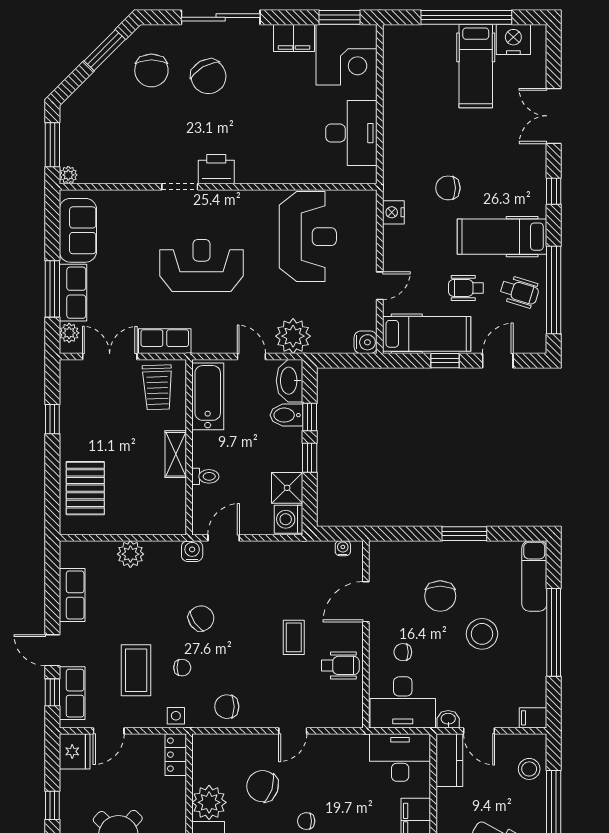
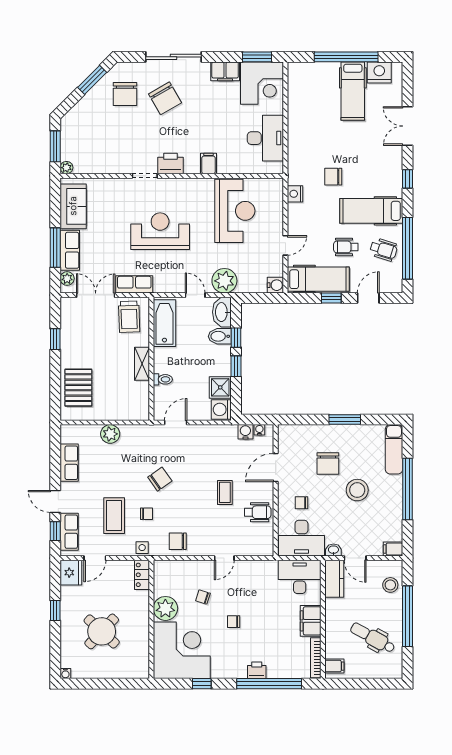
filing cabinet: (270, 169) -> (209, 163), added
water cooler: (192, 551) -> (245, 432), moved
chair: (263, 786) -> (203, 597), width x0.54, depth x0.54

